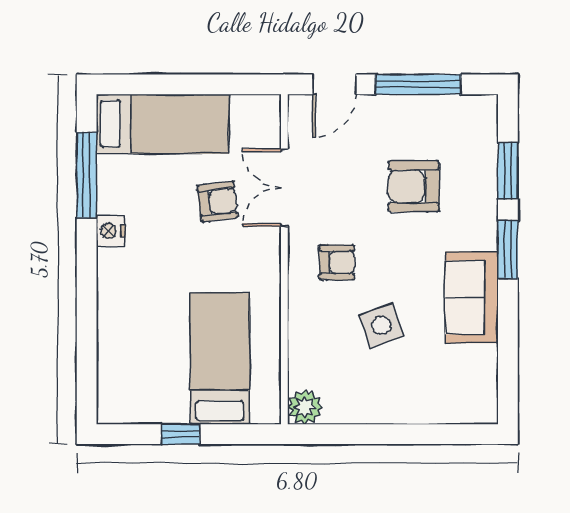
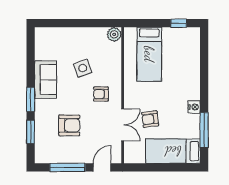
window: (181, 434) -> (179, 23), moved

